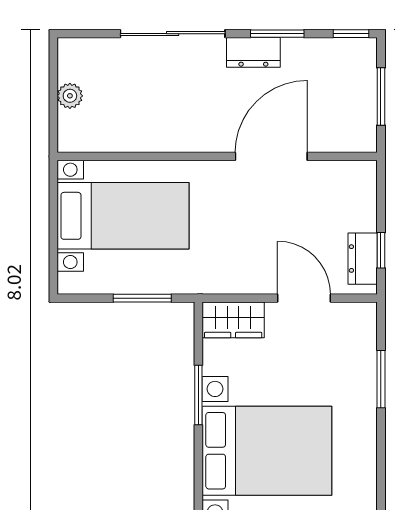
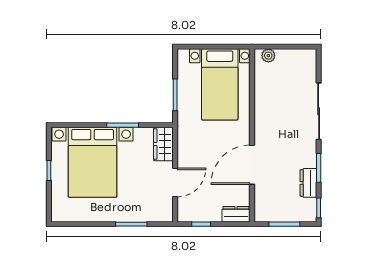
dresser: (253, 52) -> (308, 183), moved
plant: (70, 96) -> (268, 56), moved
door: (271, 156) -> (252, 165), swing flipped
dresser: (363, 259) -> (236, 214), moved

